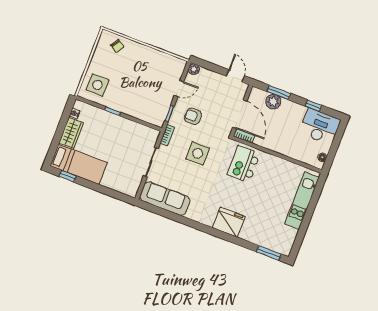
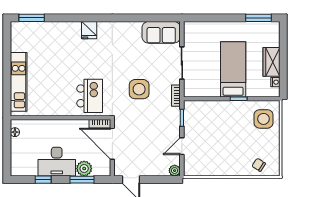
armchair: (193, 116) -> (158, 124), removed
desk: (320, 126) -> (57, 162), moved
bed: (79, 164) -> (233, 69), moved, turned 90
window: (68, 176) -> (259, 18), width x1.50
sofa: (165, 199) -> (161, 32), width x0.73
fridge: (229, 222) -> (89, 30), width x0.53, depth x0.75

